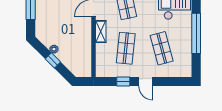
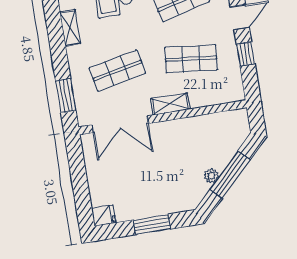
window: (53, 60) -> (230, 175), width x2.17

